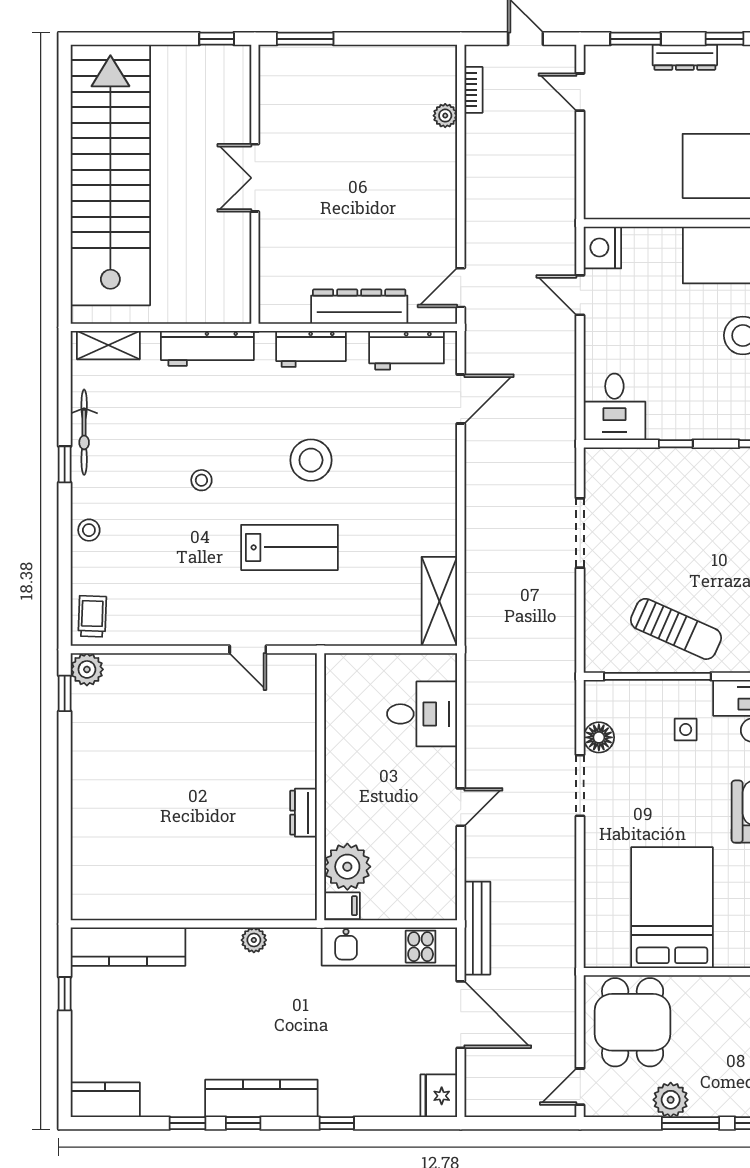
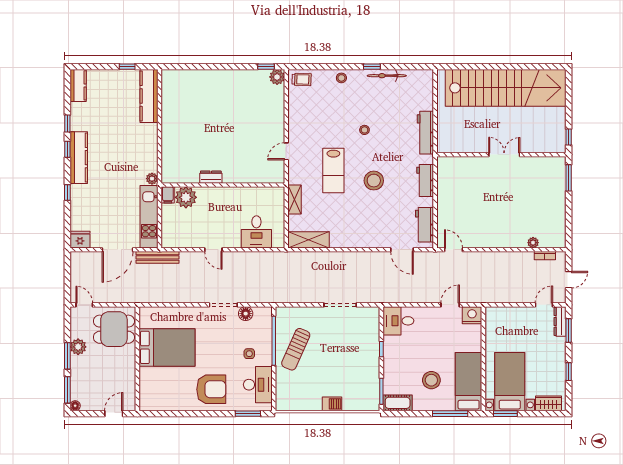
dresser: (685, 57) -> (560, 321), moved
dresser: (359, 307) -> (445, 203), removed
shelving: (108, 345) -> (294, 200), moved
plant: (254, 940) -> (152, 179), moved

